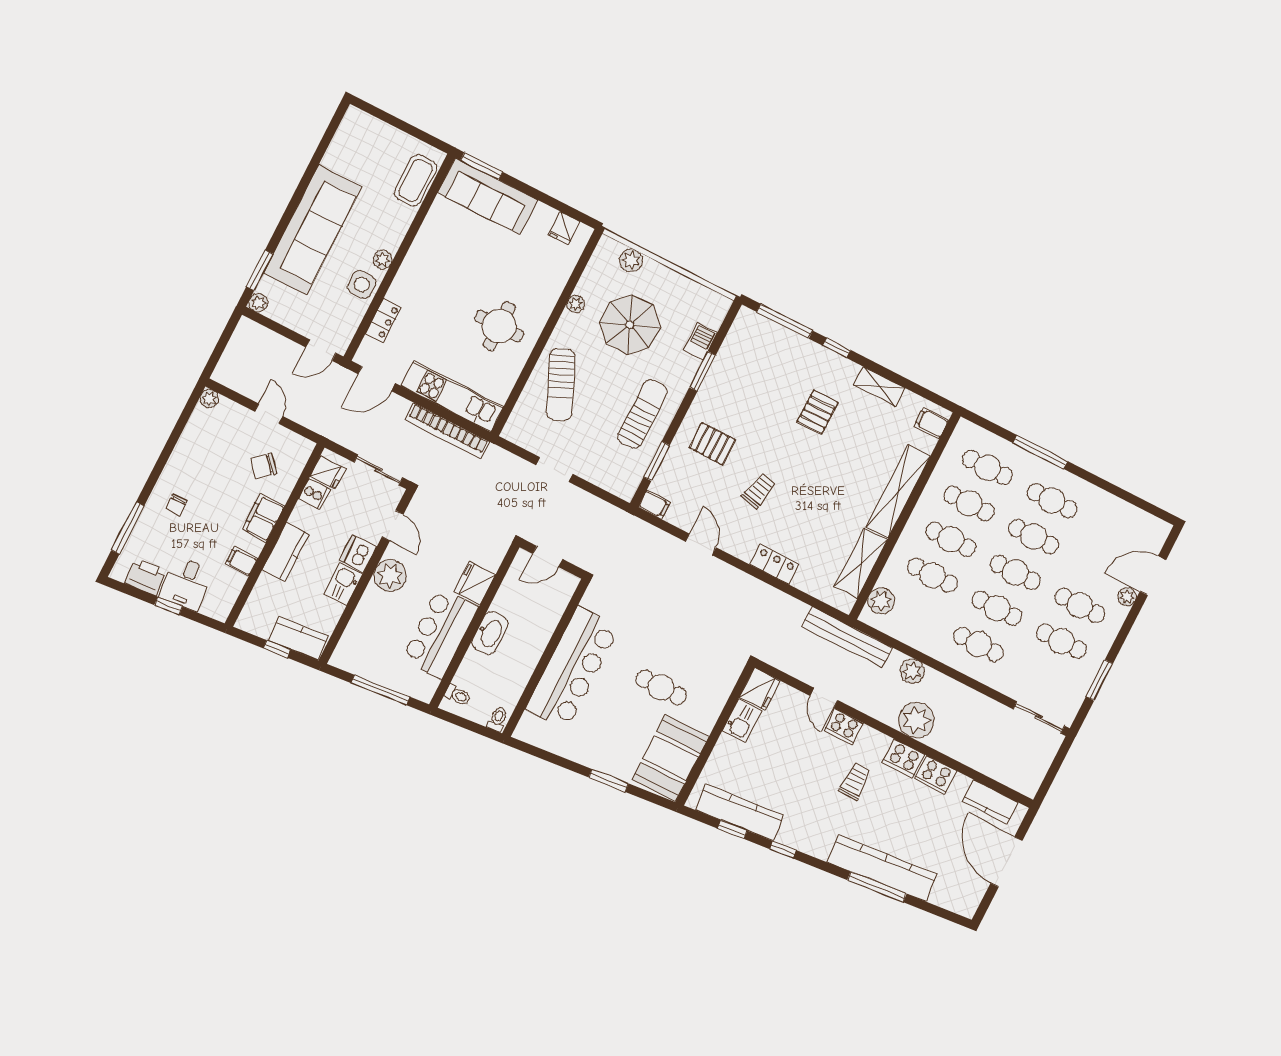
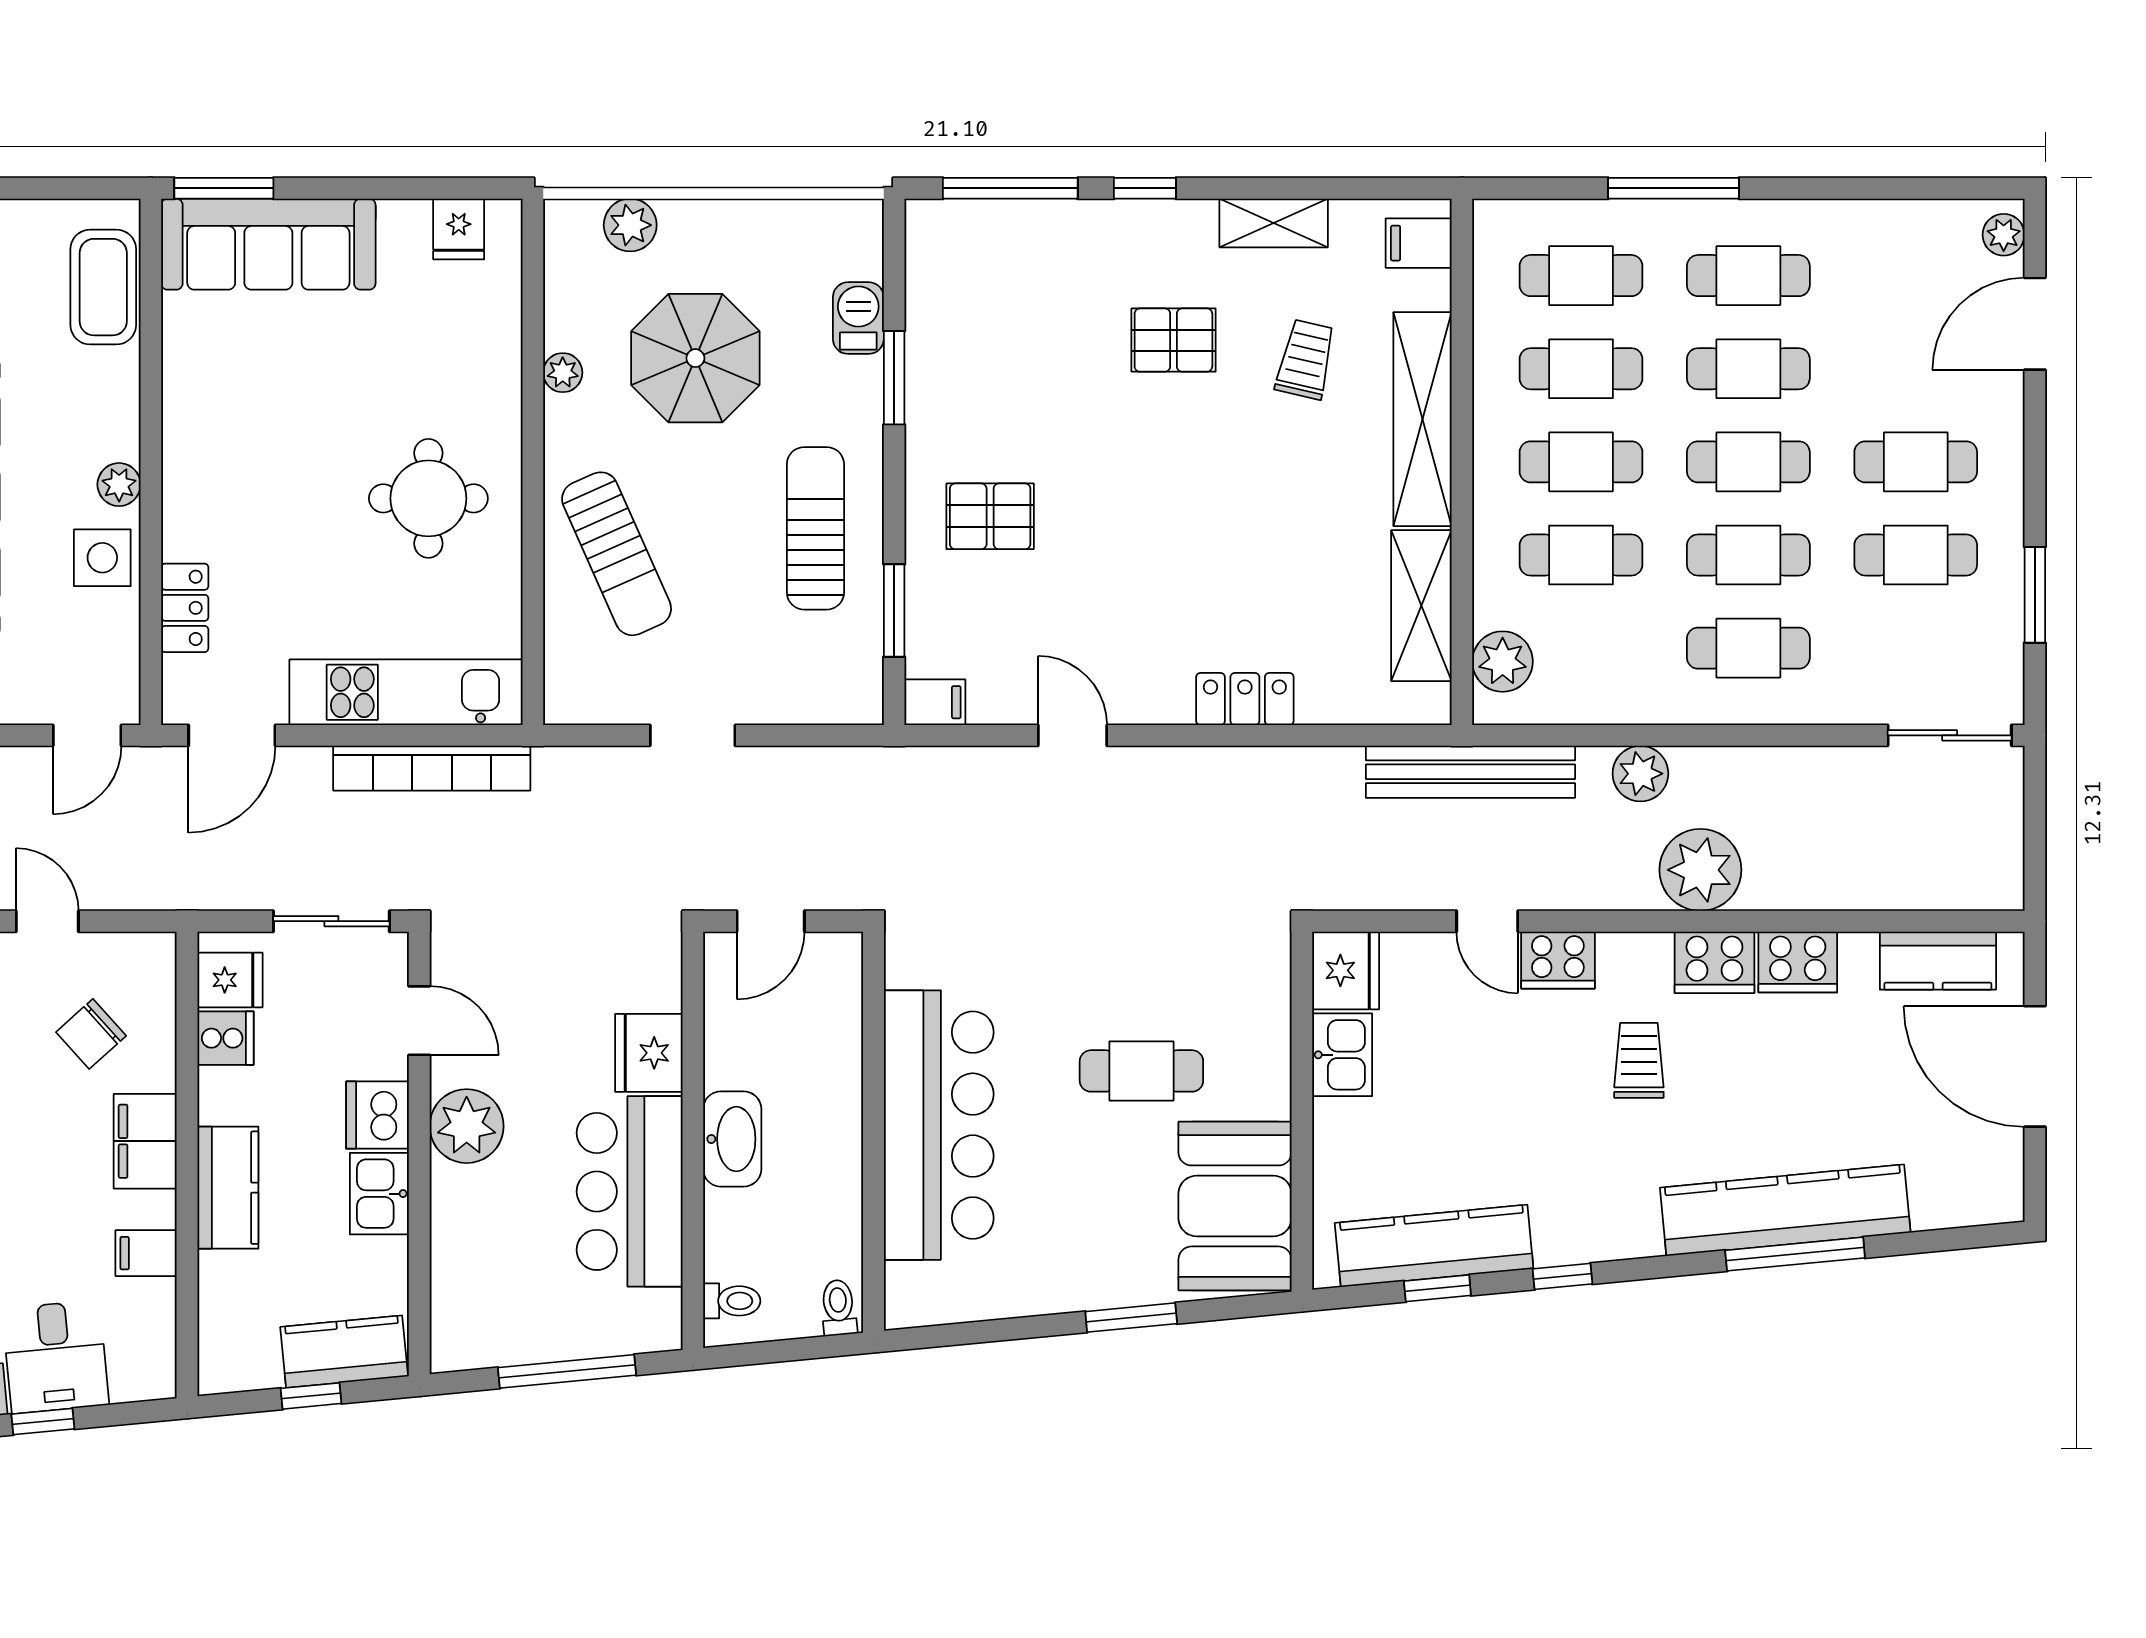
pallet: (818, 412) -> (1173, 340), turned 90
trolley: (759, 490) -> (1306, 359), moved
plant: (1127, 597) -> (2004, 235), moved

